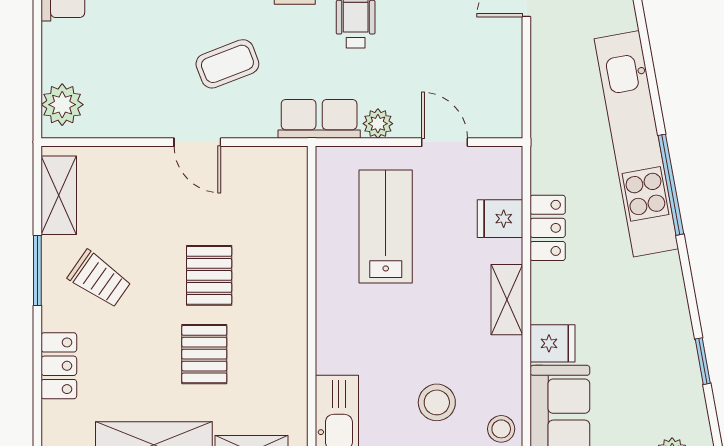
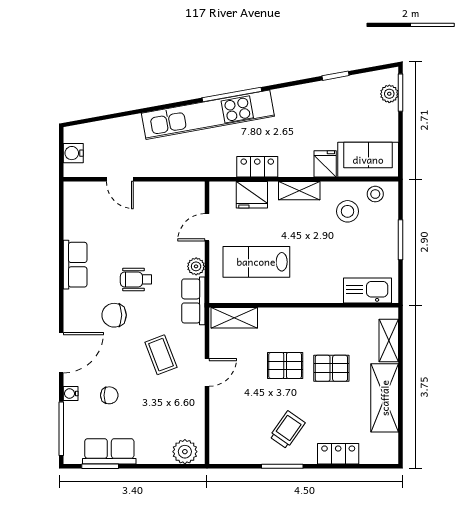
shelving: (59, 195) -> (234, 318), moved
fridge: (500, 219) -> (252, 195), width x1.38
stool: (437, 402) -> (348, 211), moved

